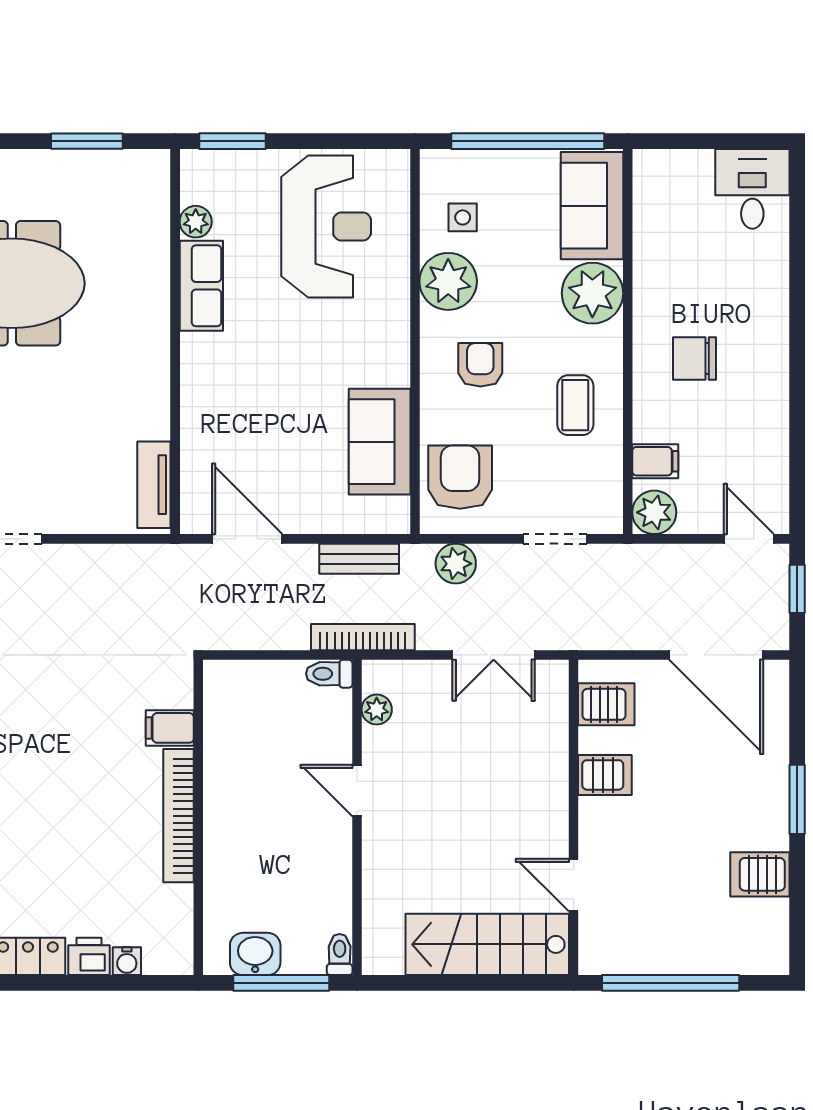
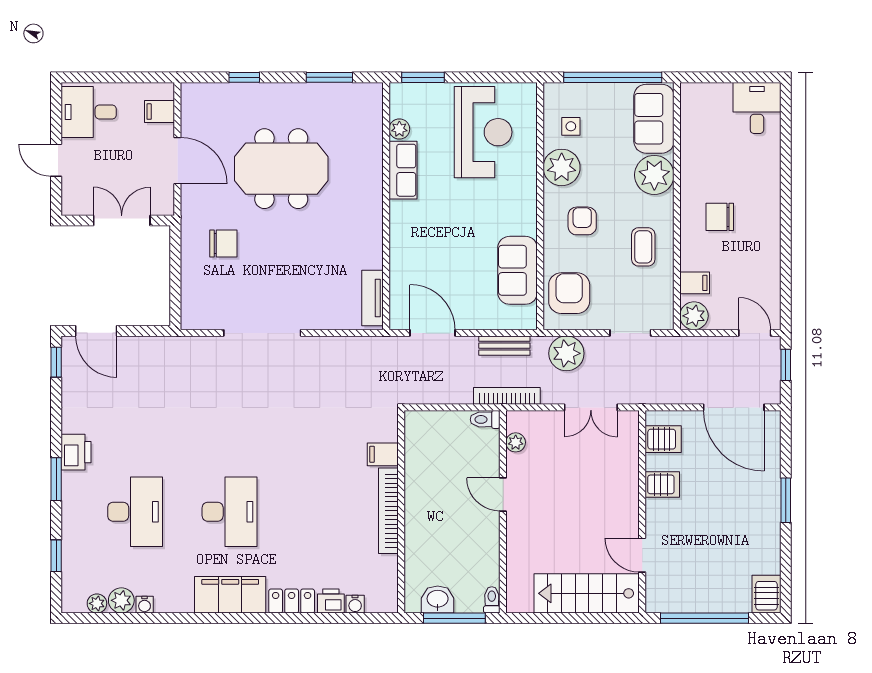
plant: (456, 564) -> (566, 353), width x1.36, depth x1.36
server rack: (760, 874) -> (767, 594), moved, turned 90

